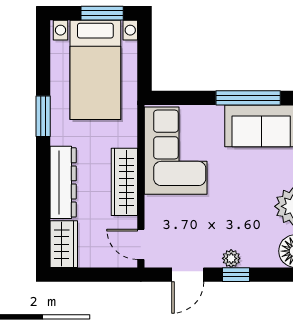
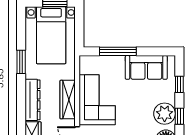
window: (248, 98) -> (118, 51), moved
corner sofa: (176, 151) -> (97, 100), moved

